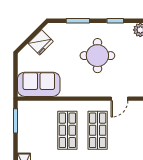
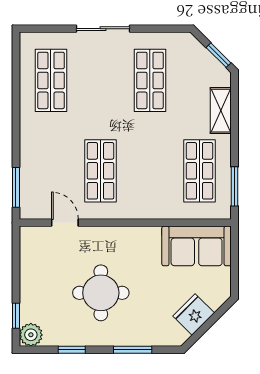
door: (119, 99) -> (65, 223), hinge flipped
shop shelf: (67, 130) -> (199, 171), moved

